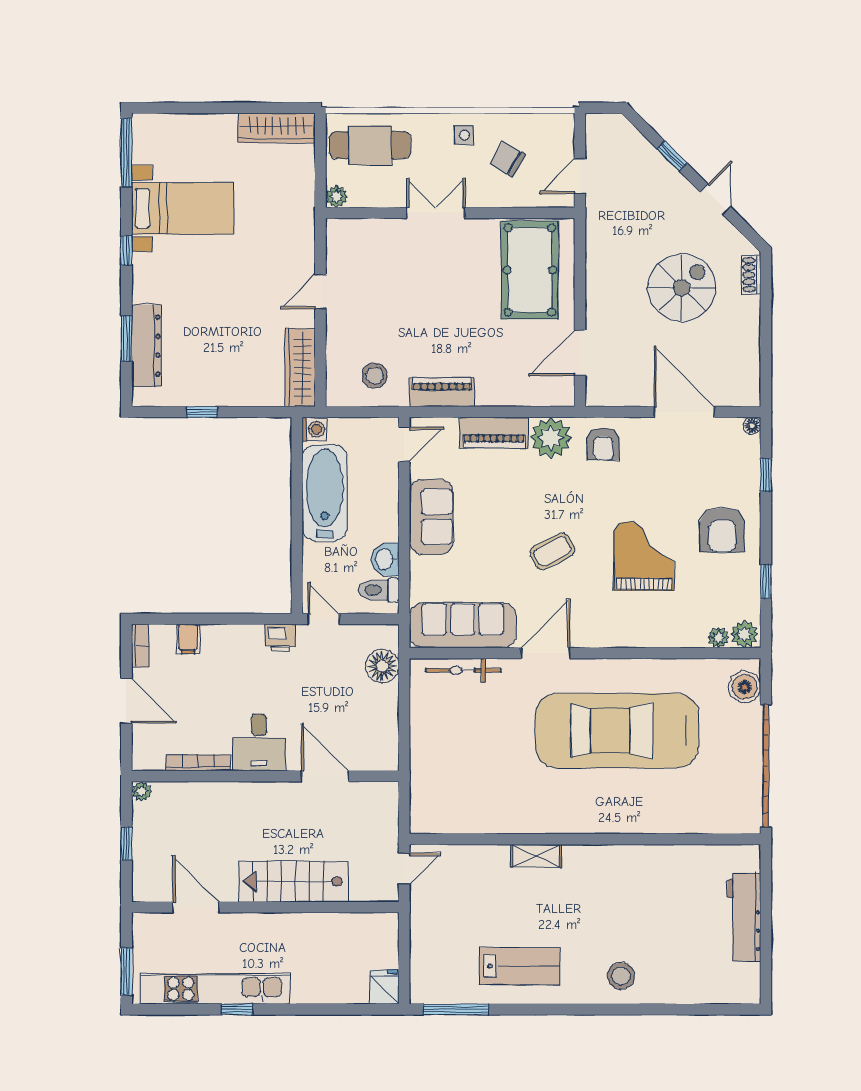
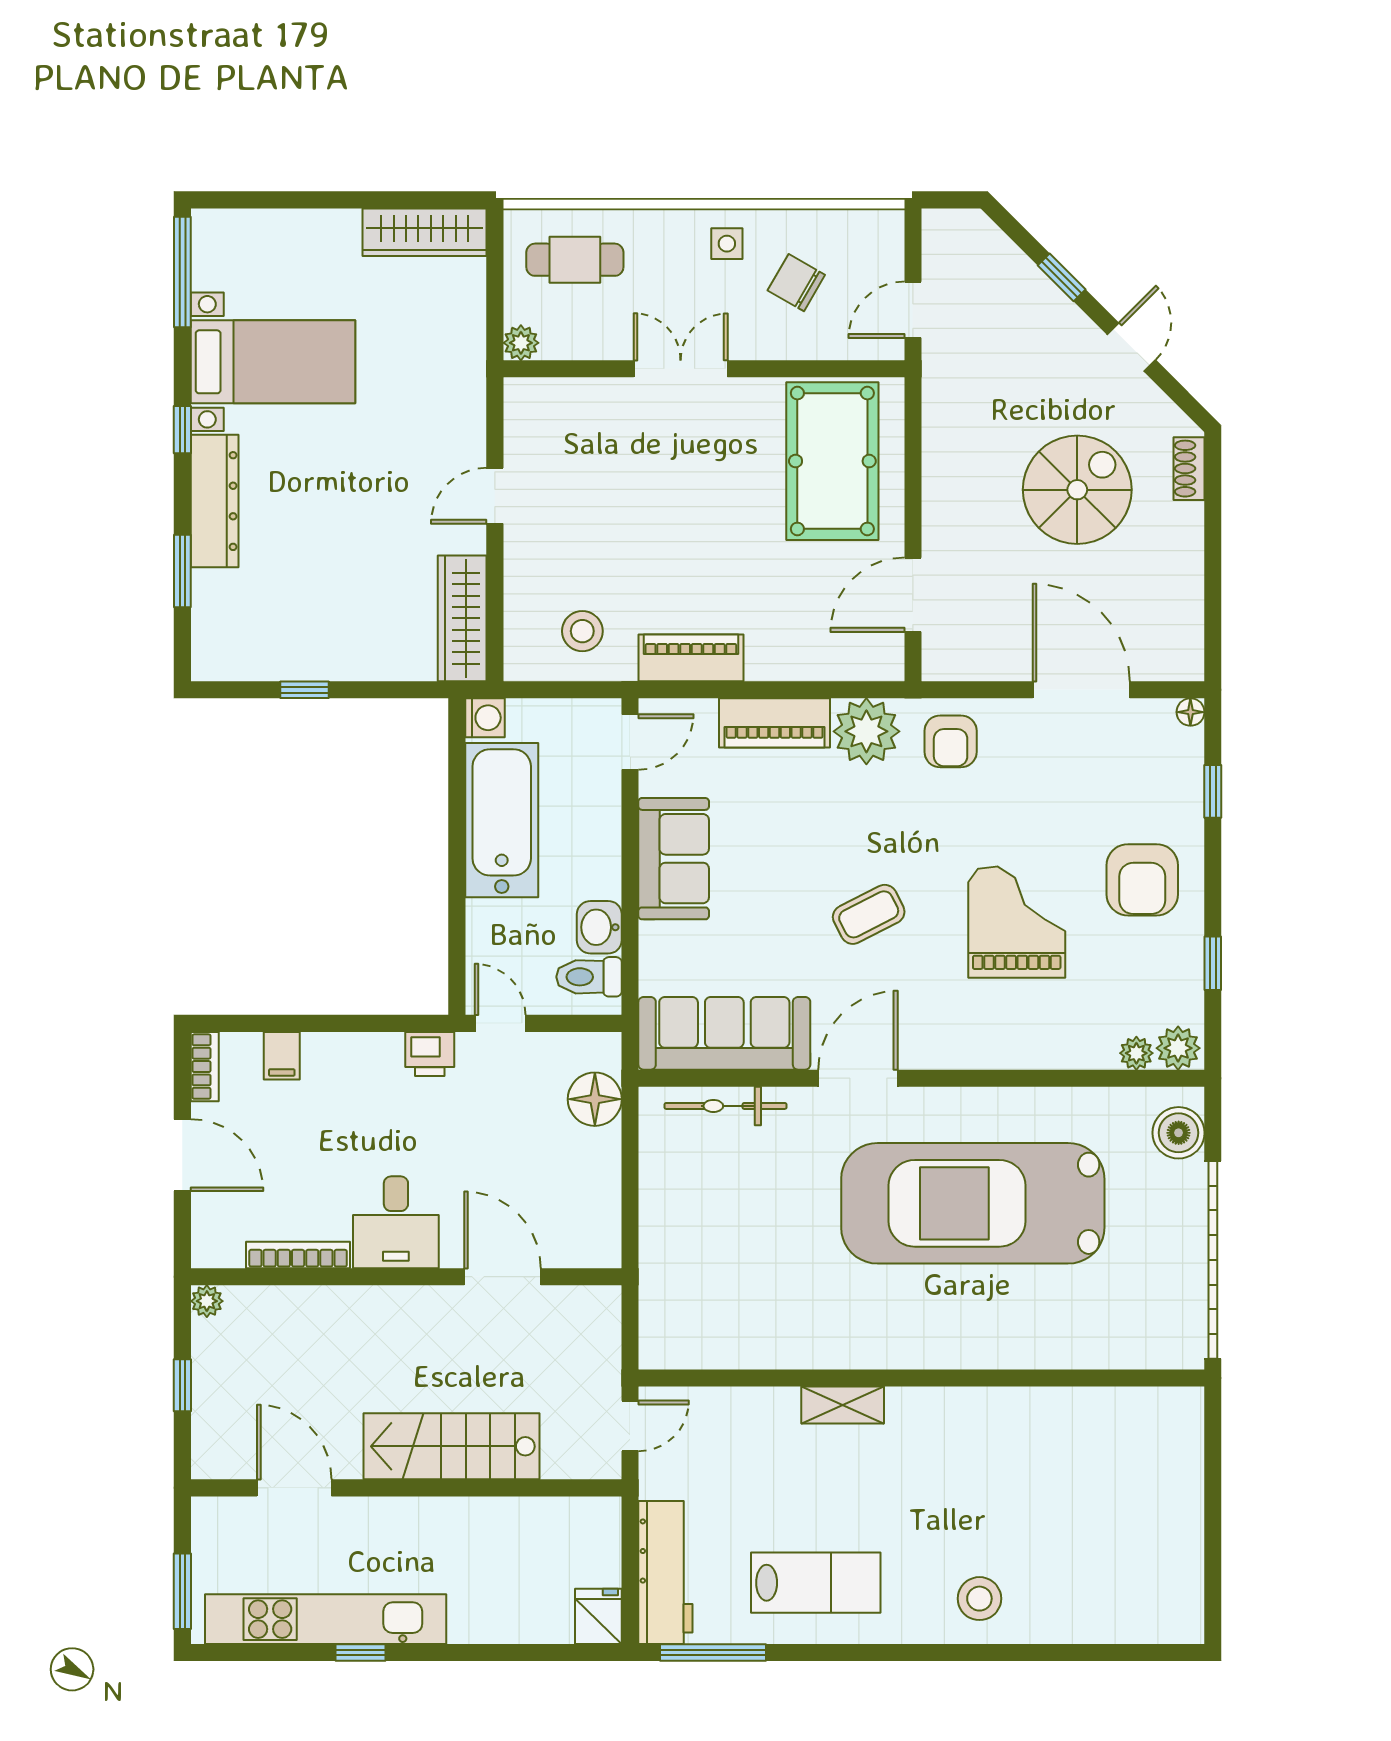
cafe table: (370, 145) -> (575, 260), width x0.73, depth x0.74
dresser: (146, 346) -> (215, 501), moved
workbench: (744, 917) -> (665, 1572), moved, turned 180

